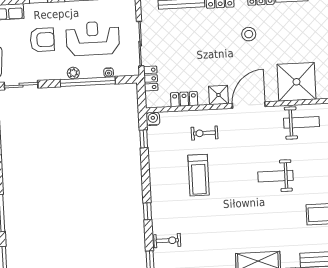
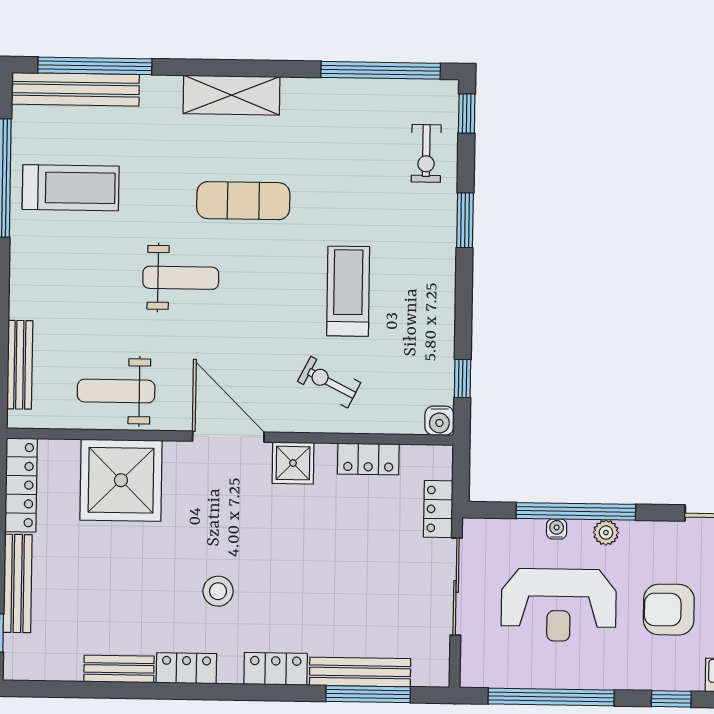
water cooler: (109, 72) -> (557, 529), moved
door: (249, 105) -> (228, 437), swing flipped
exercise bike: (204, 133) -> (329, 382), turned -153
window: (147, 211) -> (465, 220), width x1.50
exercise mat: (249, 213) -> (243, 201), added
exercise bike: (167, 241) -> (426, 153), turned -90

